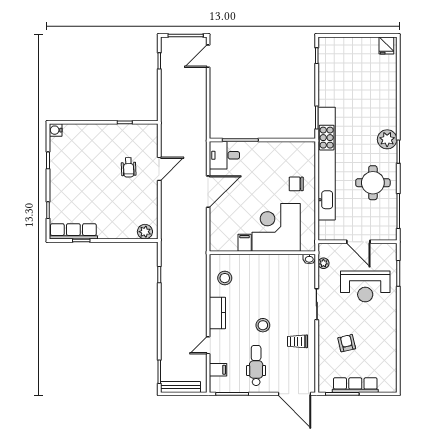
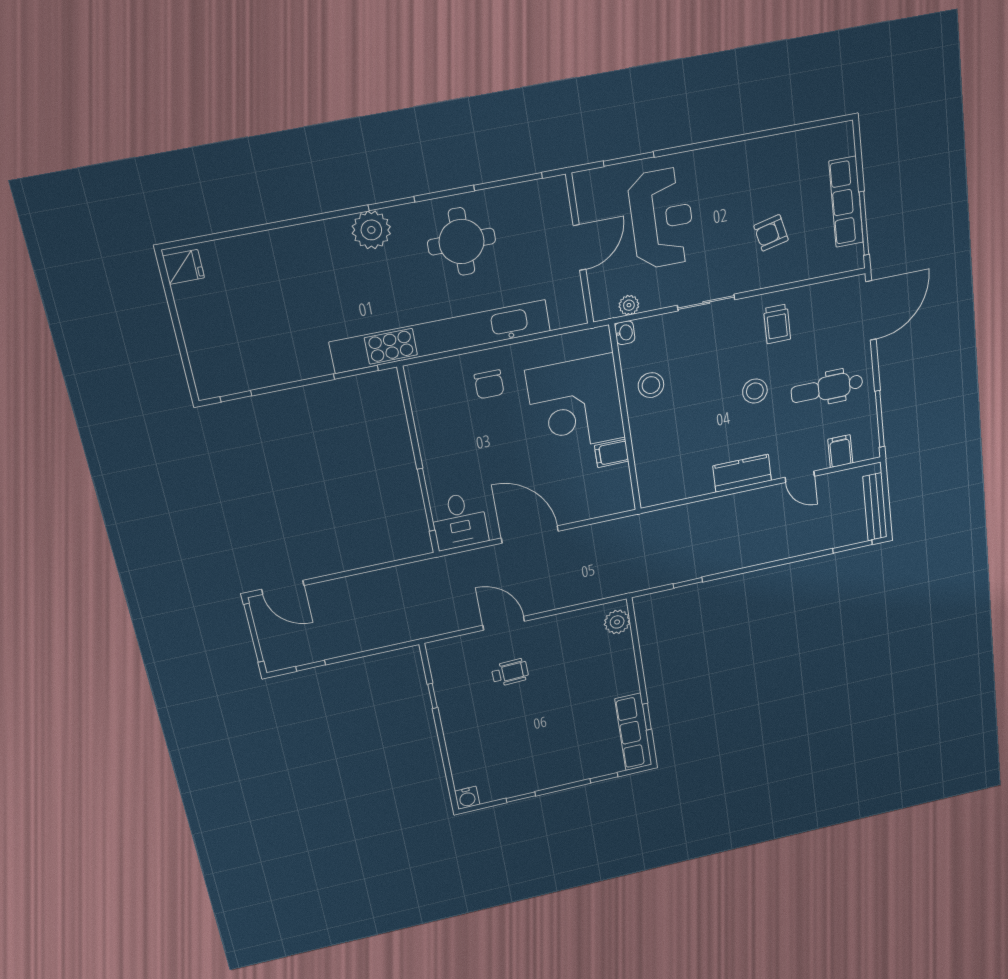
stool: (225, 278) -> (651, 385), moved

